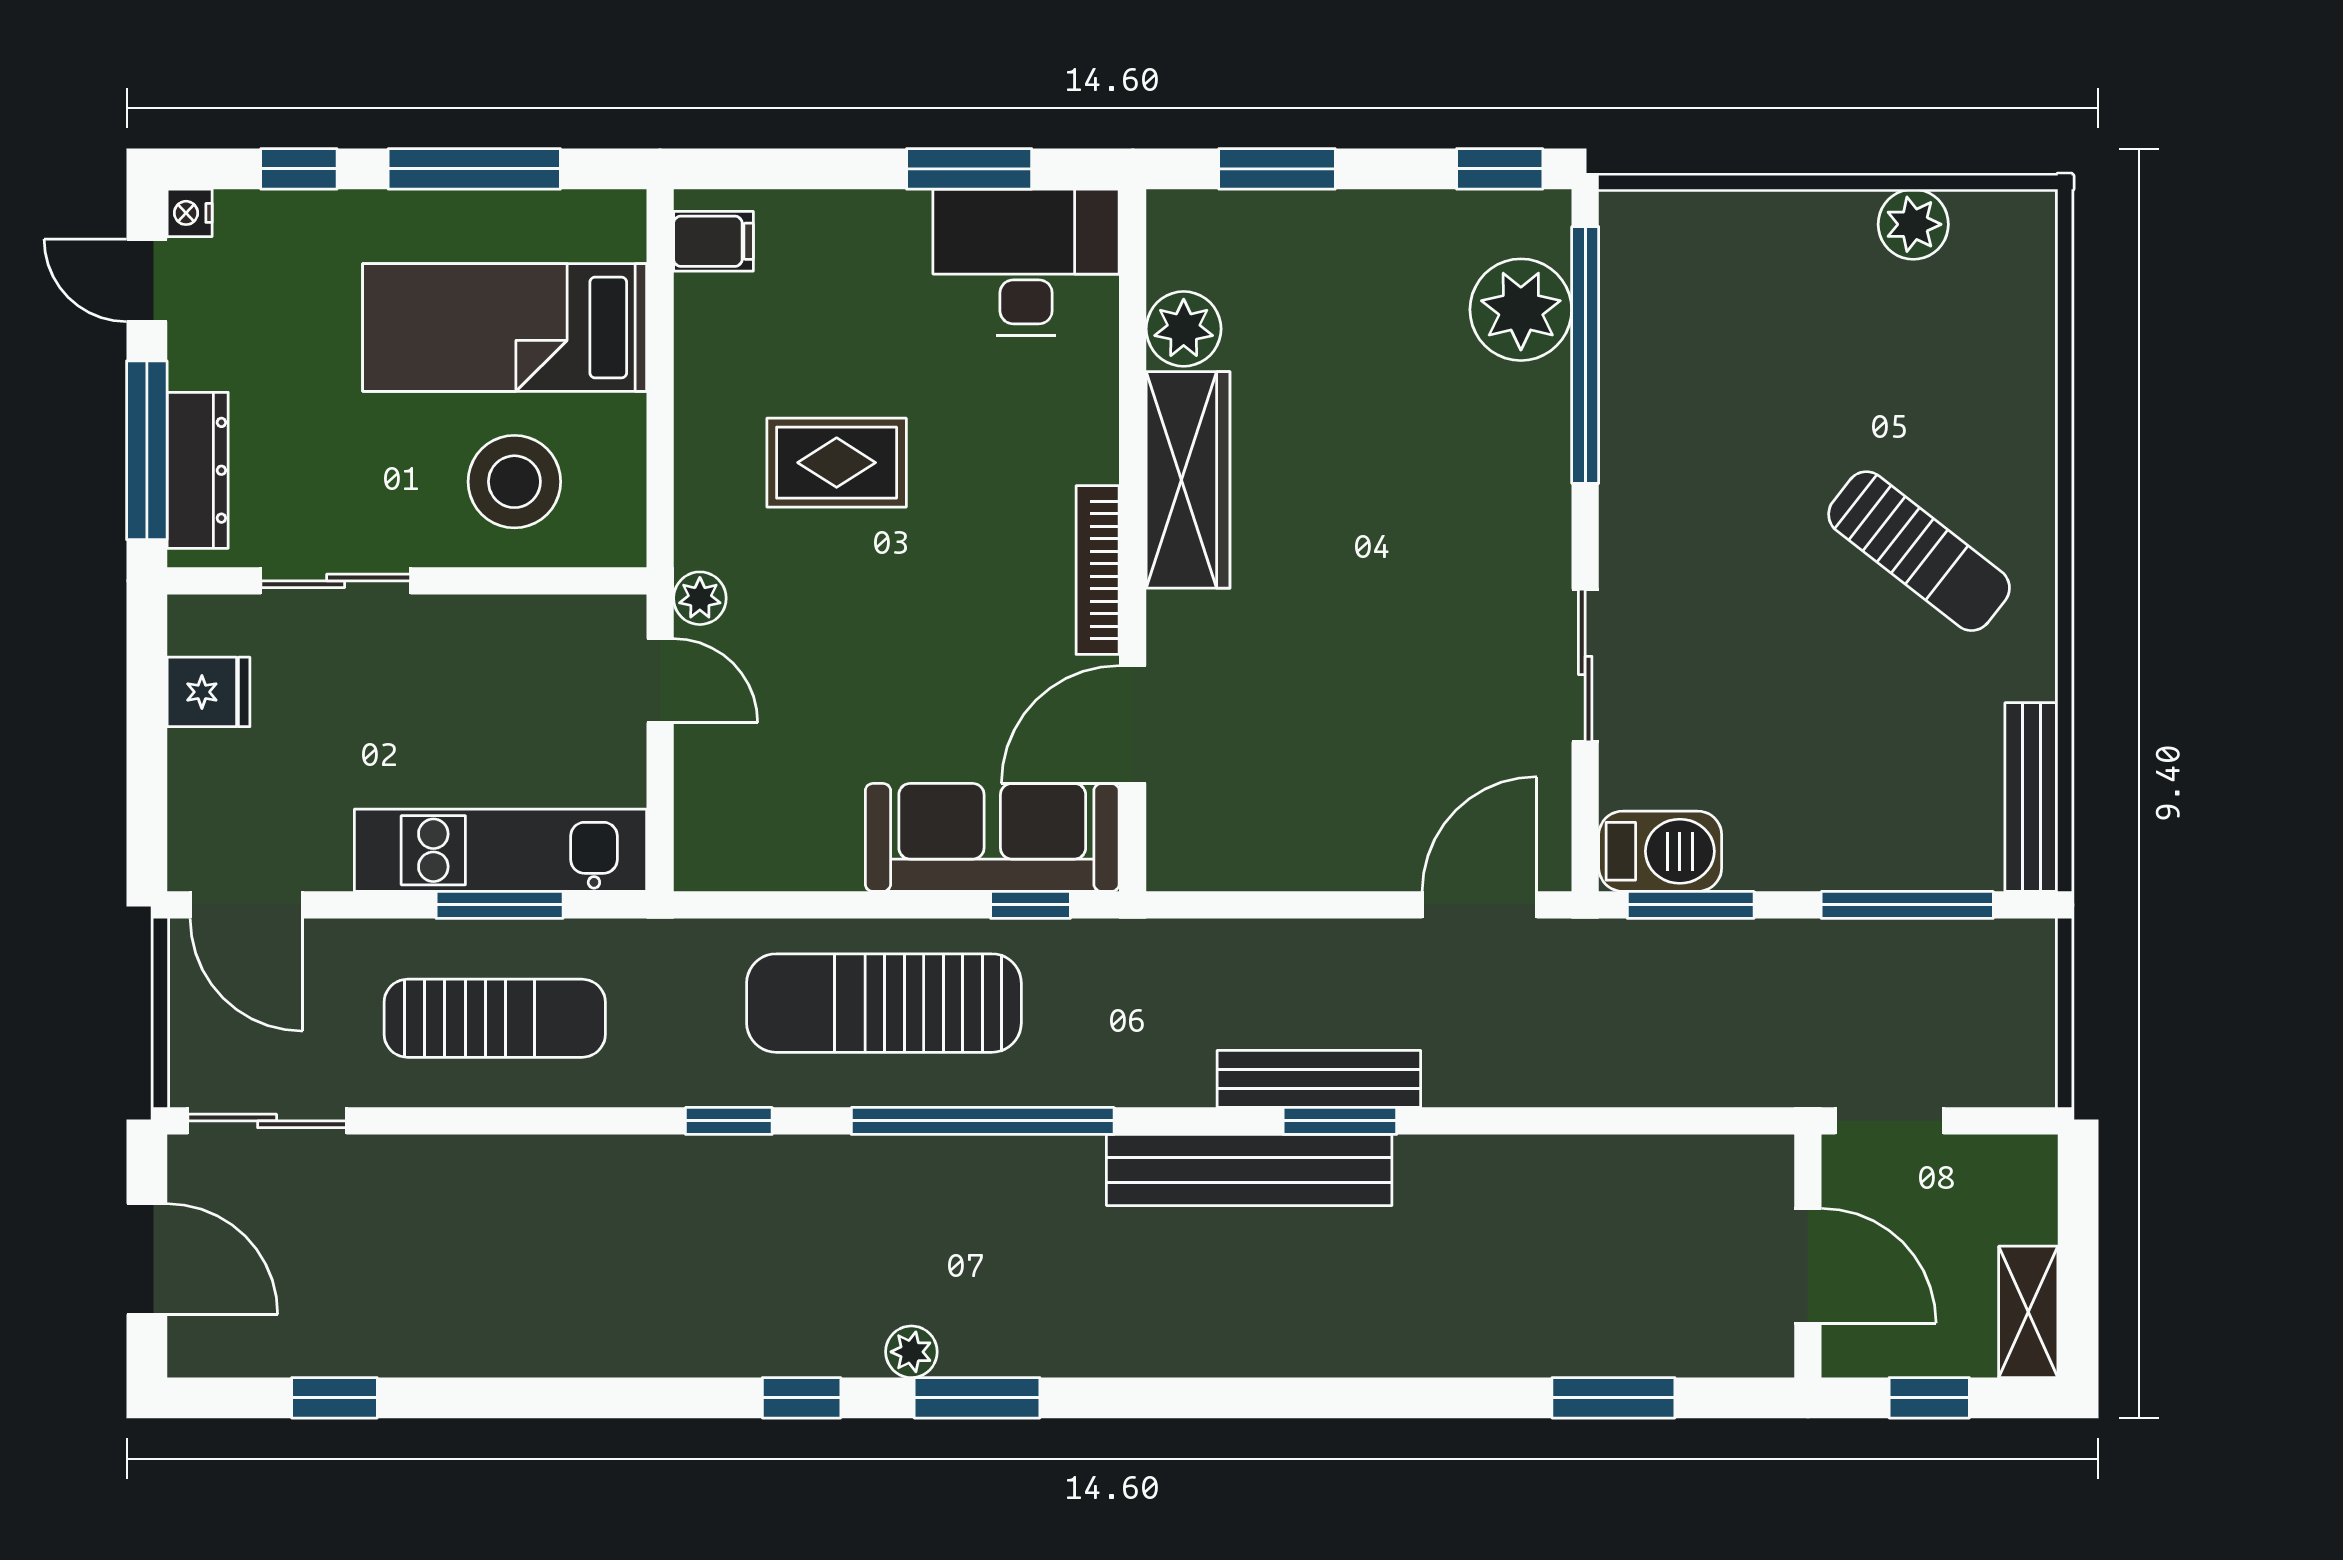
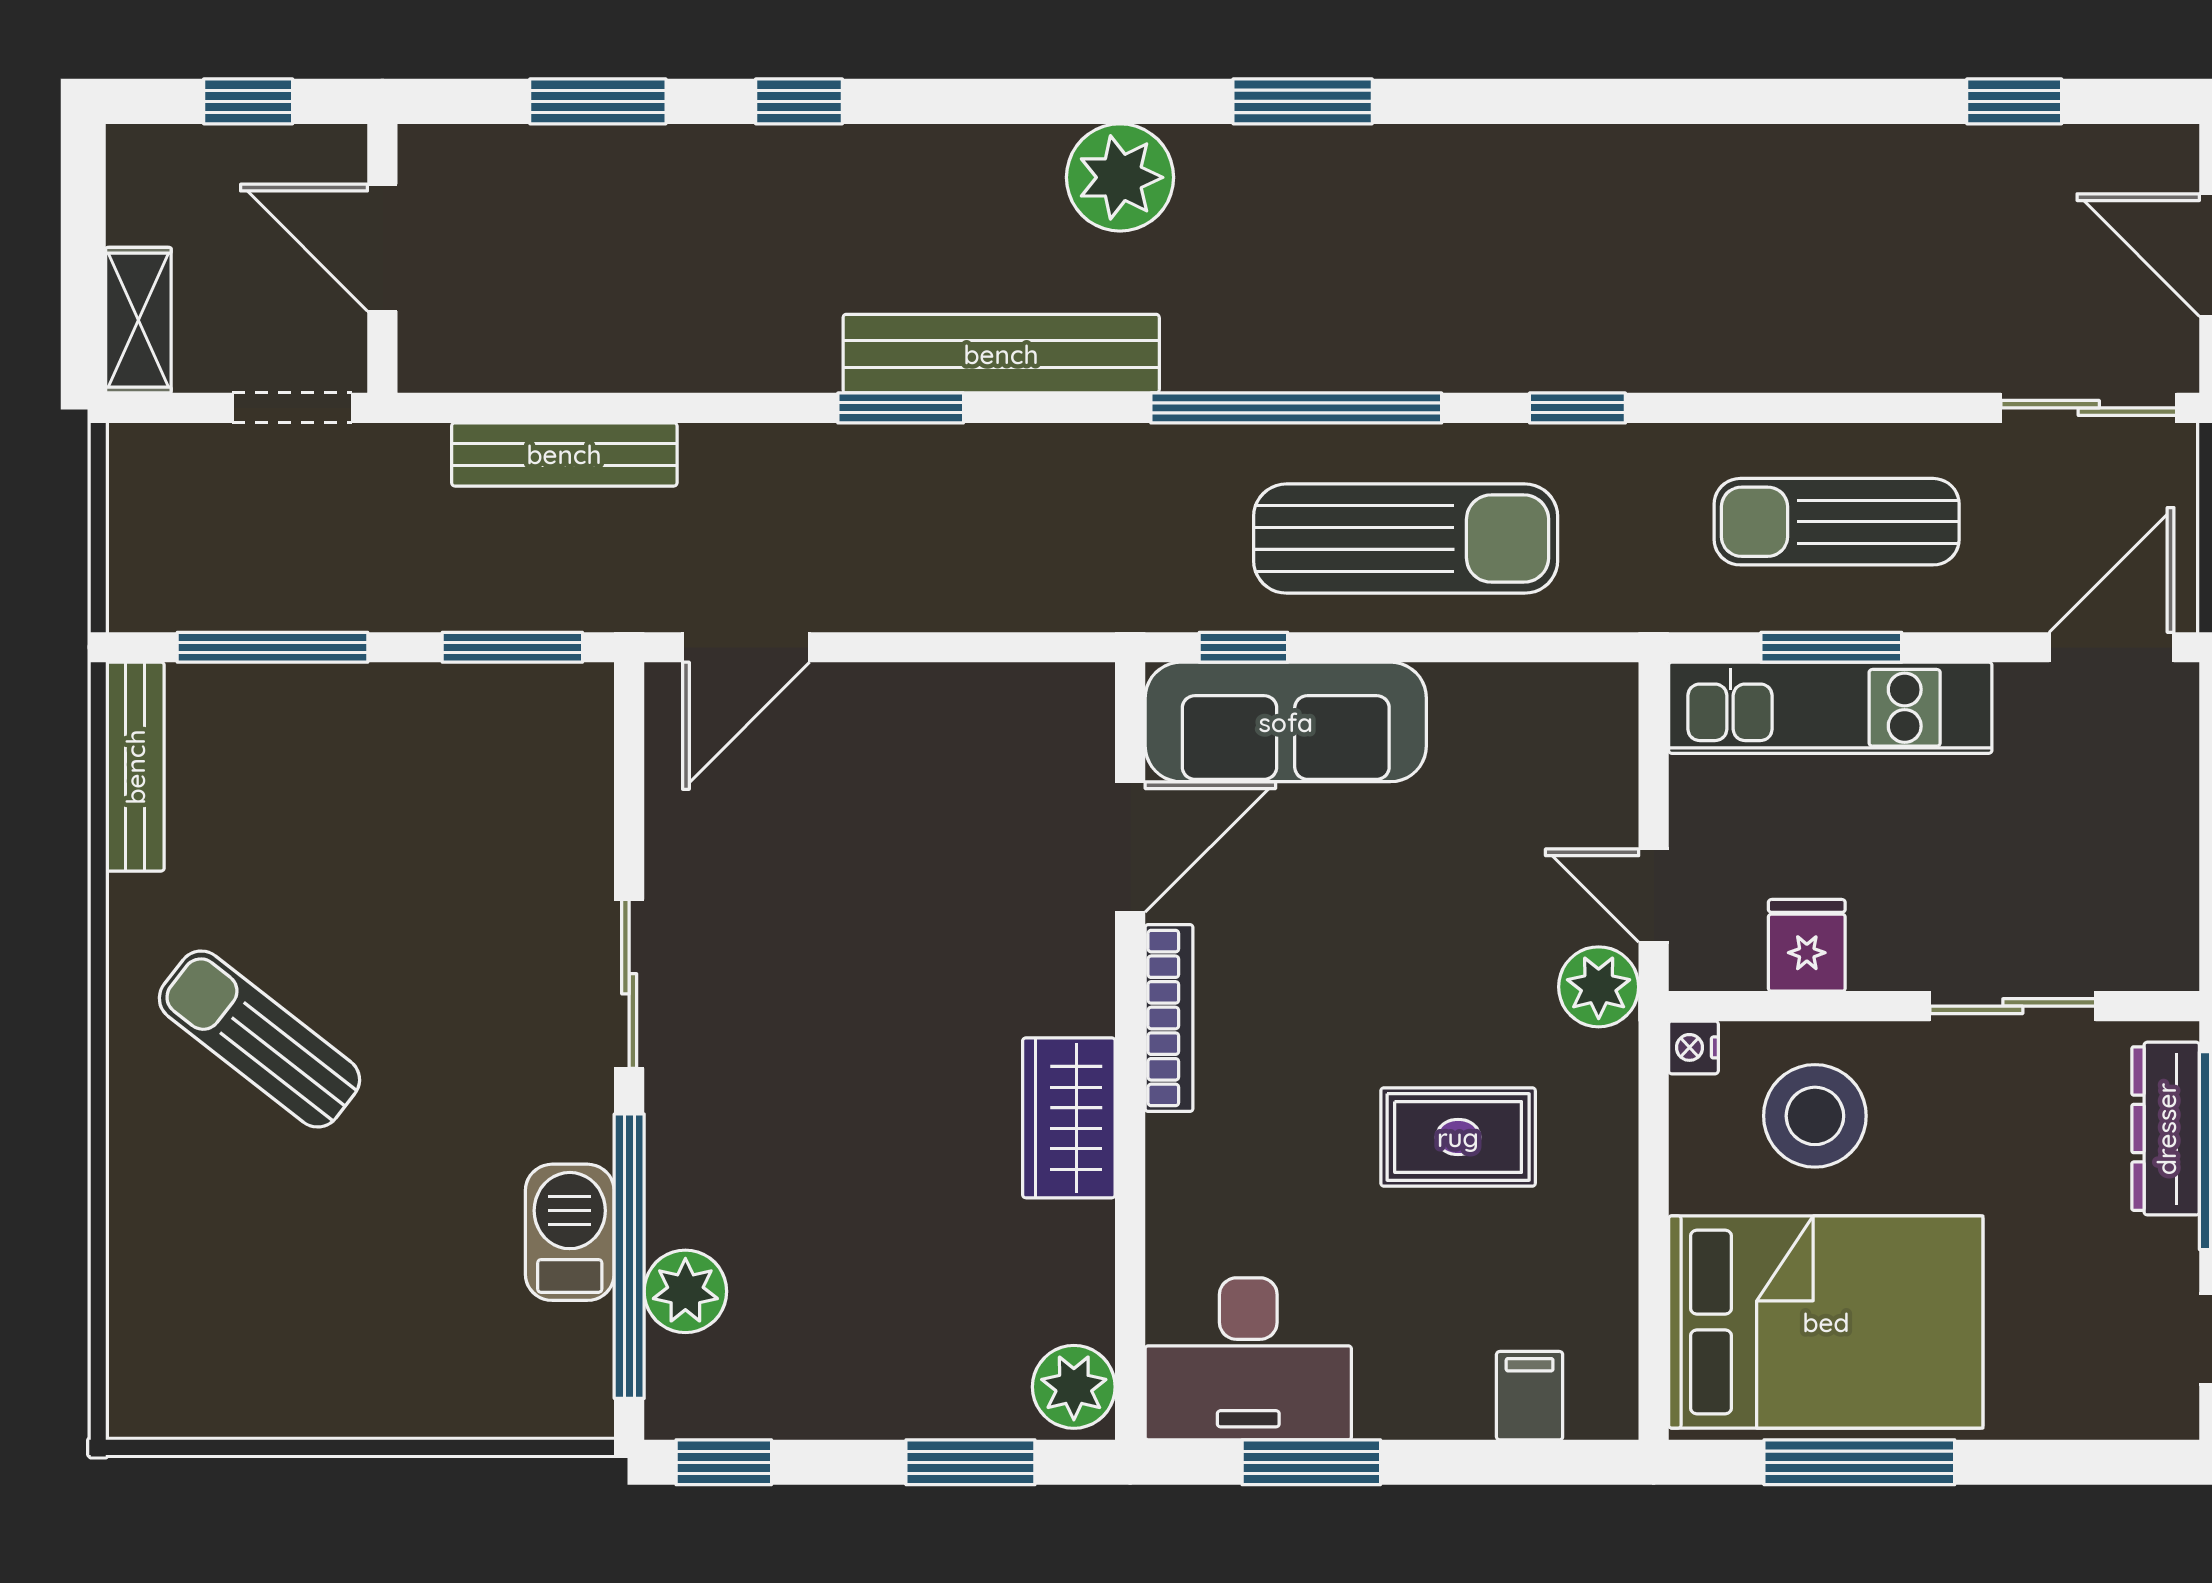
window: (299, 169) -> (2054, 1462), removed
nightstand: (190, 213) -> (1693, 1047), moved, turned 180
plant: (1913, 224) -> (266, 1401), removed
filing cabinet: (713, 241) -> (1530, 1396), moved, turned 90
plant: (1521, 310) -> (685, 1291), width x0.73, depth x0.73
bed: (505, 327) -> (1826, 1322), width x1.50
plant: (1184, 329) -> (1074, 1387), moved
wardrobe: (1188, 480) -> (1069, 1118), width x0.67
plant: (700, 598) -> (1599, 987), width x1.38, depth x1.38
sliding door: (1585, 665) -> (629, 984), moved
fridge: (209, 692) -> (1807, 945), moved, turned 90
barbecue: (1660, 851) -> (570, 1232), moved, turned 90
door: (246, 905) -> (2112, 647), hinge flipped
bench: (1319, 1079) -> (564, 454), moved
shelving: (2028, 1312) -> (138, 320), moved
plant: (911, 1352) -> (1120, 177), moved, width x1.88, depth x1.88
window: (802, 1398) -> (799, 101), moved

